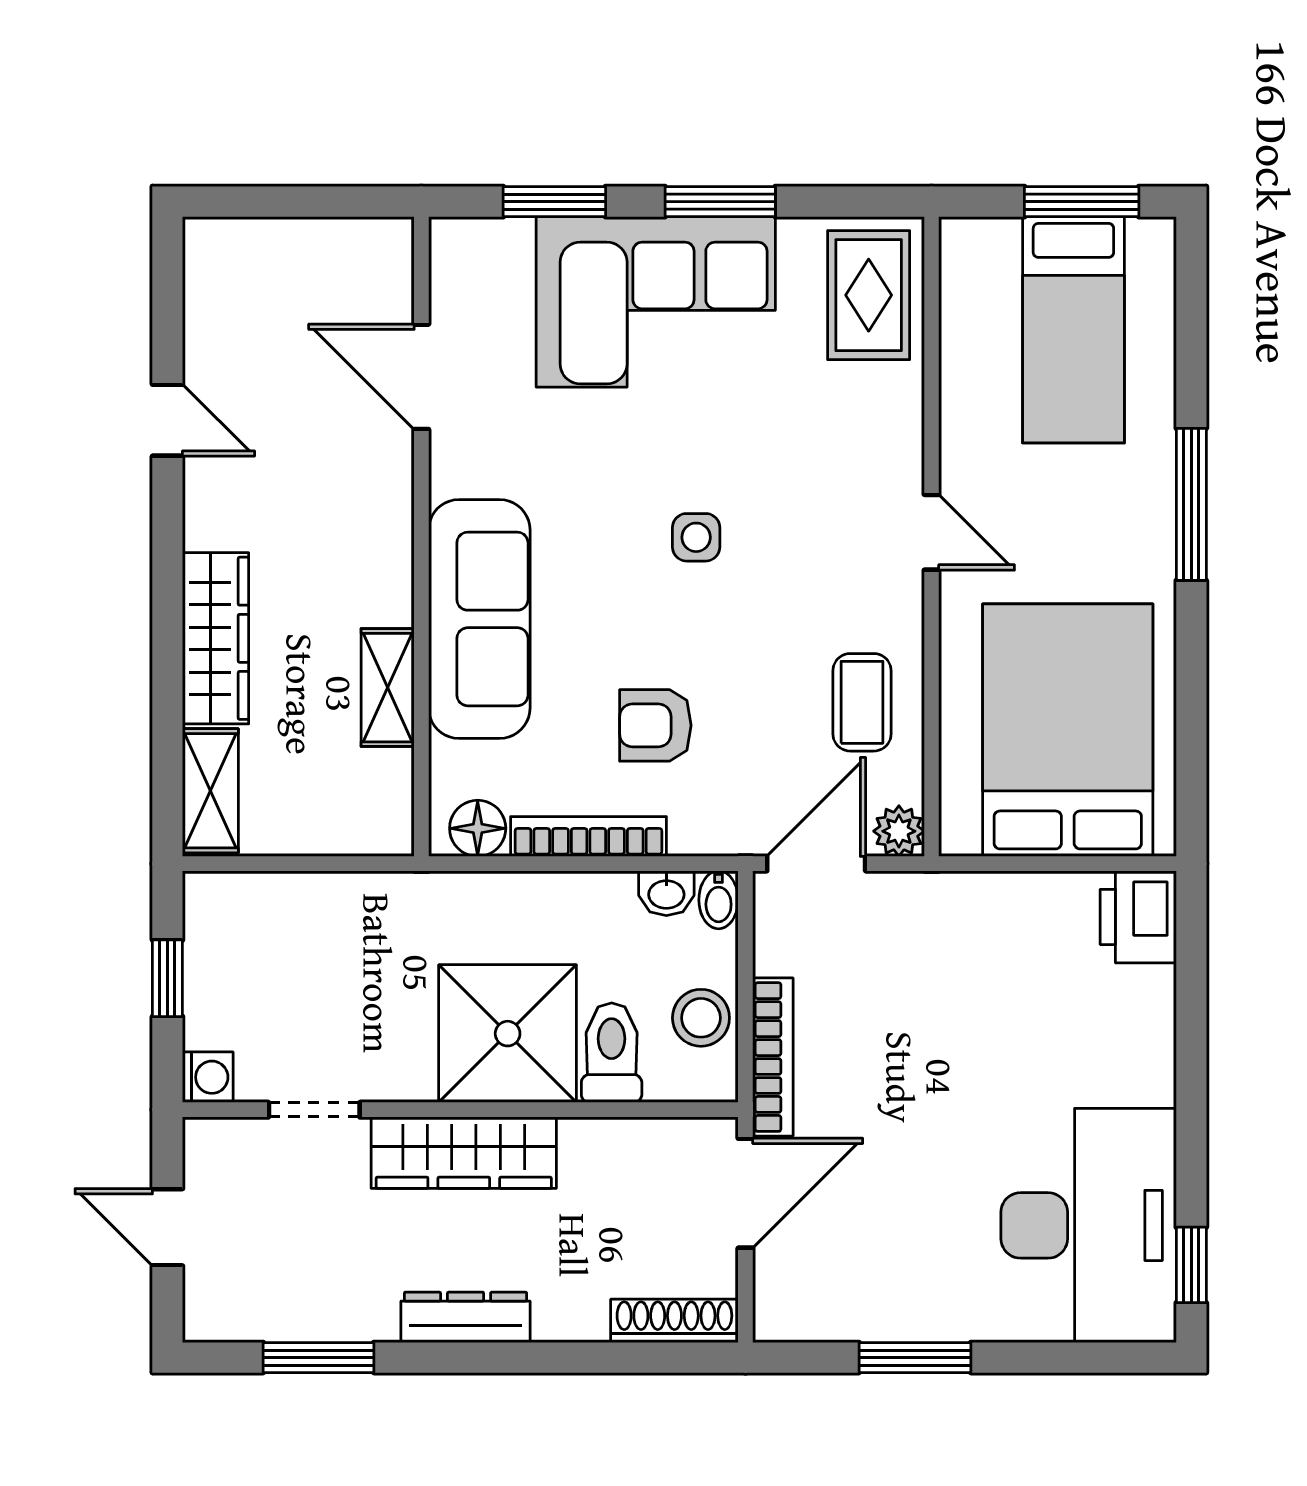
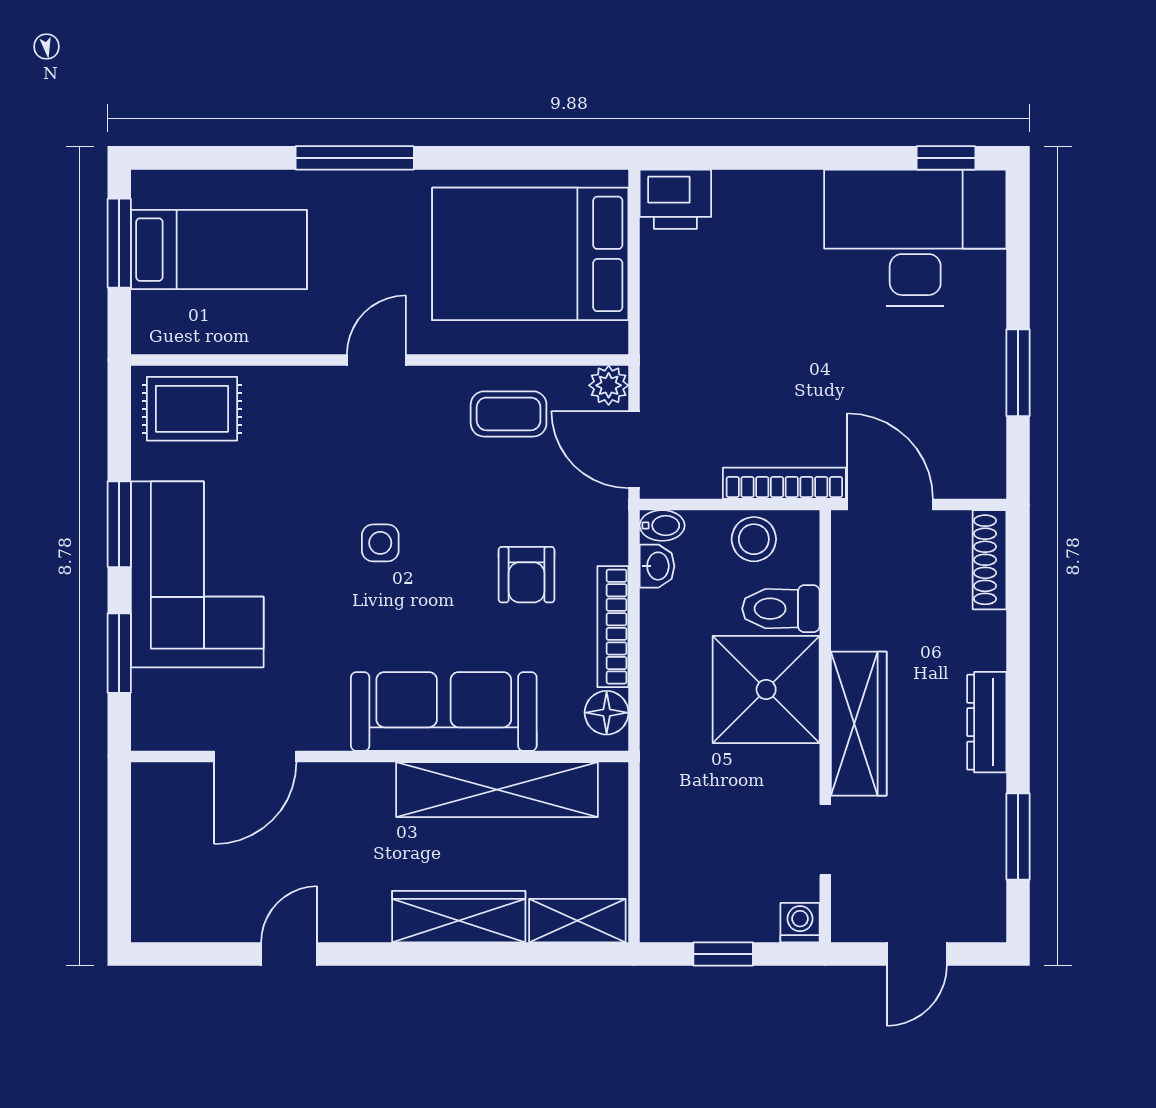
shelving: (388, 688) -> (497, 790), width x2.20, depth x1.33

